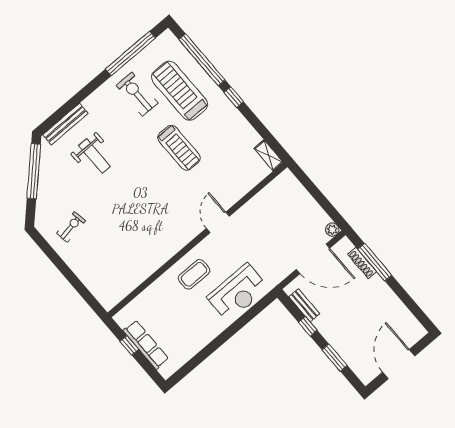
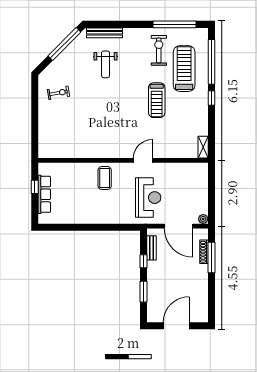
coffee table: (194, 274) -> (105, 178), turned 90
reception desk: (238, 292) -> (148, 198), moved, turned -90

